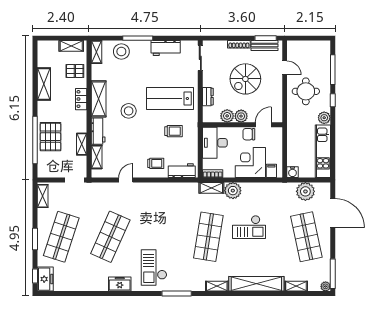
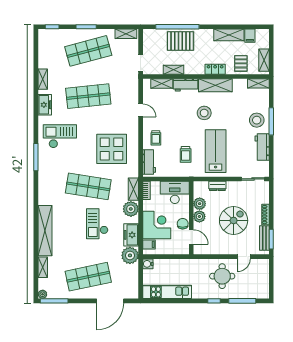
stool: (121, 51) -> (257, 120), moved
filing cabinet: (45, 61) -> (250, 36), added
spiral stairs: (245, 79) -> (234, 220), turned 90
plant: (324, 118) -> (198, 293), removed
plant: (305, 191) -> (130, 255), moved
display table: (168, 211) -> (112, 149), added
shop shelf: (61, 237) -> (88, 51), turned -33
shop shelf: (110, 237) -> (88, 96), turned -30
freezer: (45, 279) -> (131, 235), moved, turned 90
shelving: (217, 286) -> (43, 79), moved

